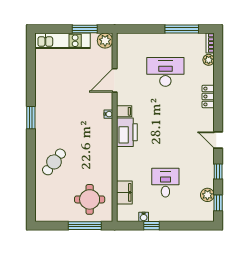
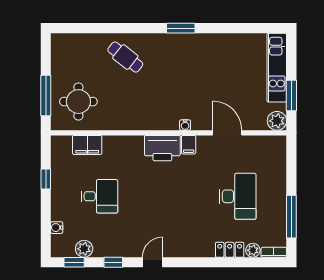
locker: (208, 96) -> (230, 250), moved
water cooler: (144, 217) -> (57, 228), moved

